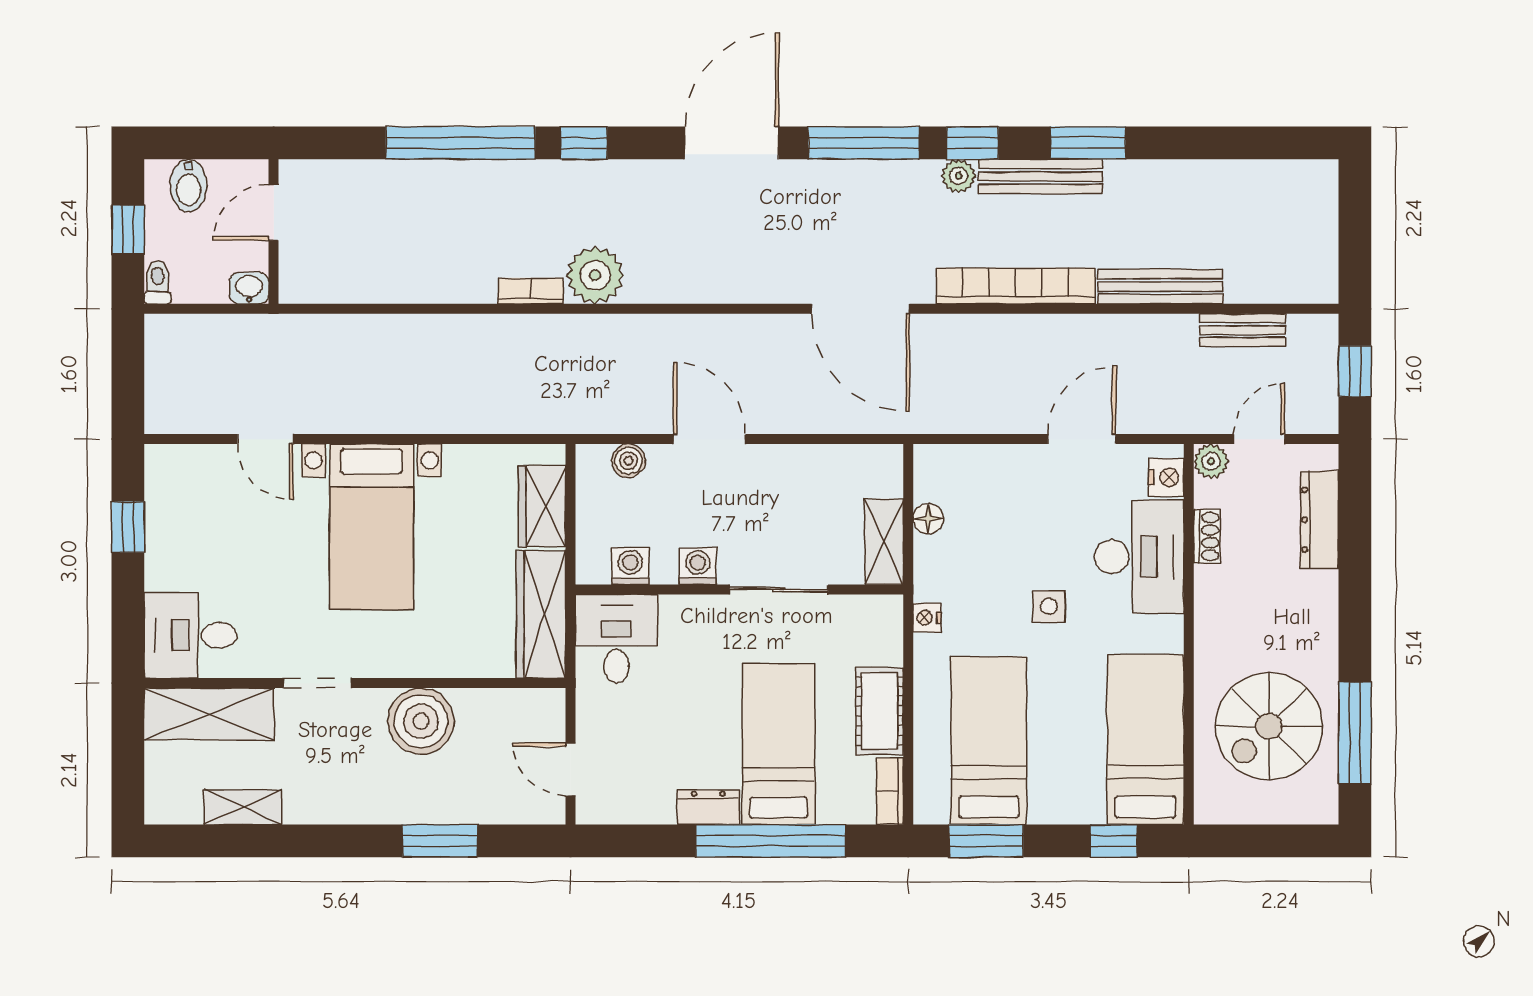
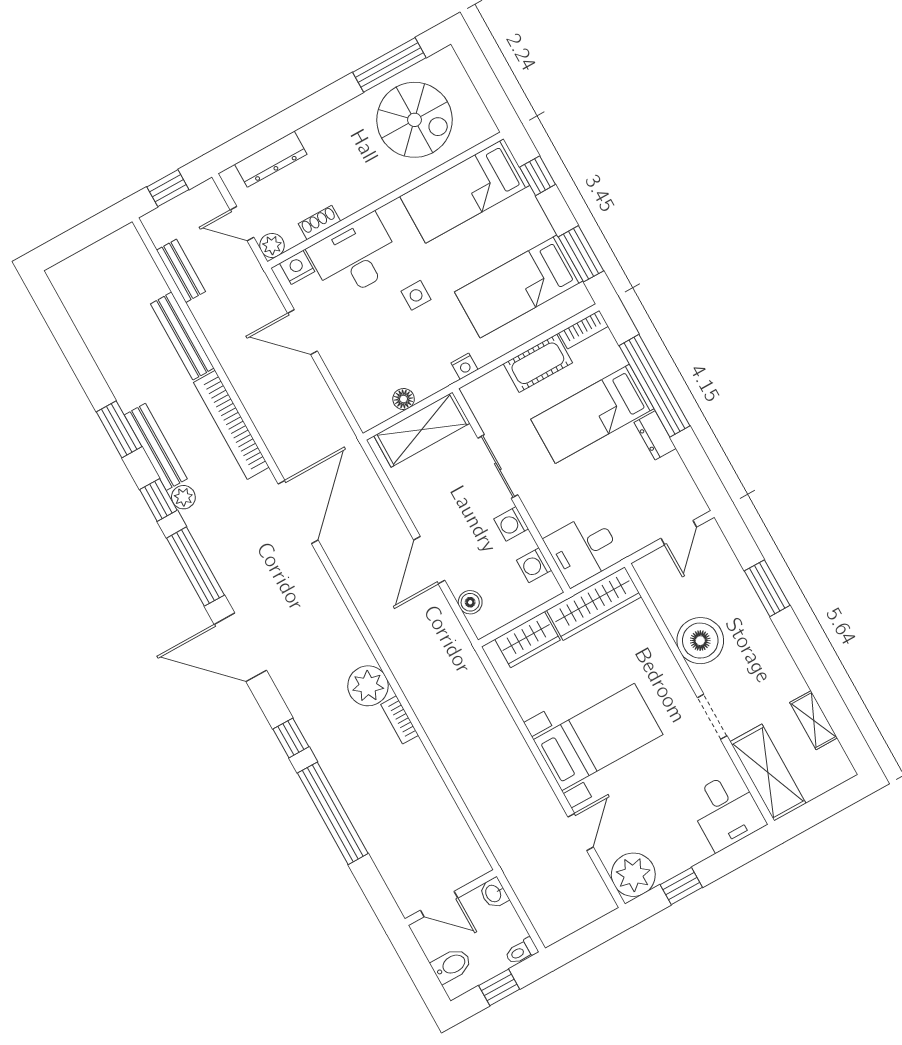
plant: (175, 475) -> (633, 875), added
shelving: (884, 542) -> (422, 430), width x1.50, depth x1.33

